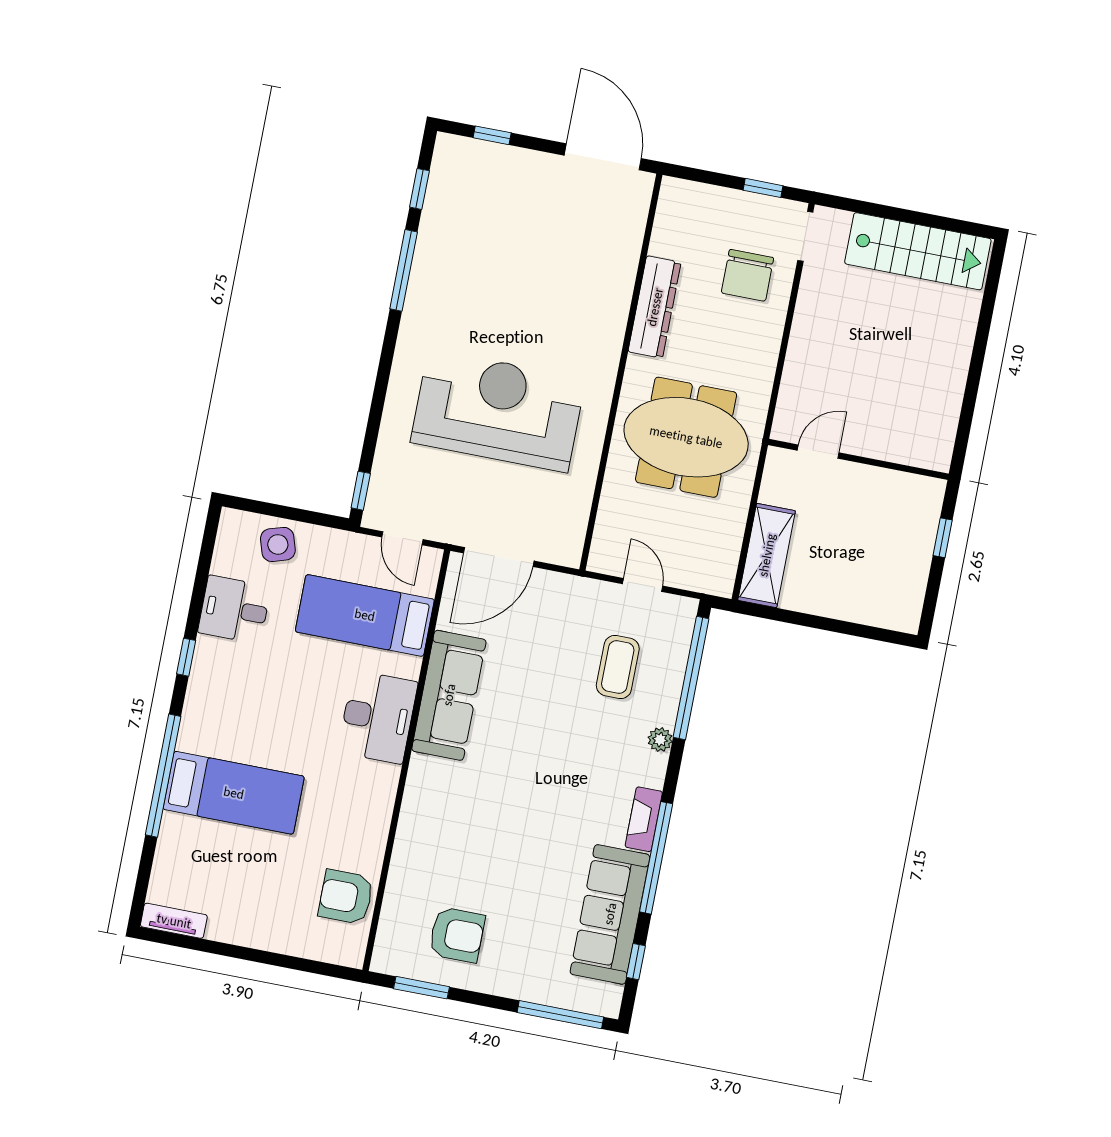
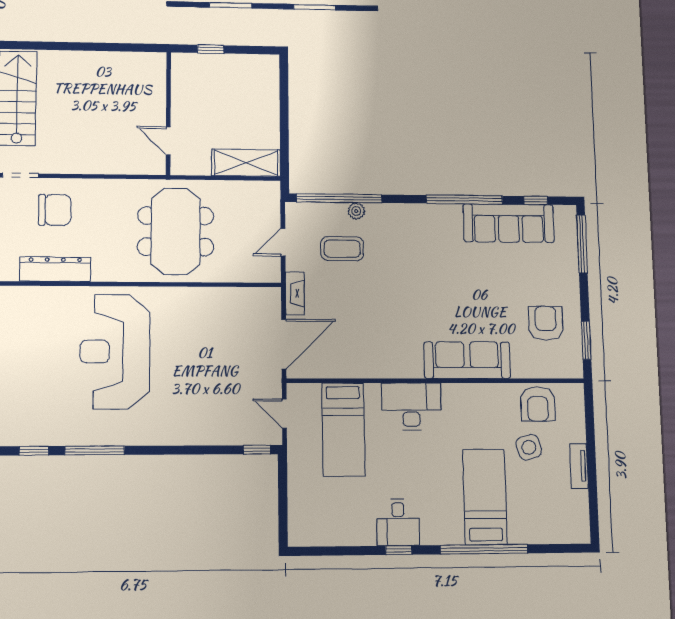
dresser: (655, 307) -> (55, 269), moved
reception desk: (498, 411) -> (115, 352), moved
door: (402, 538) -> (284, 414), swing flipped
side table: (278, 544) -> (529, 447), moved
door: (499, 557) -> (284, 344), hinge flipped
desk: (234, 610) -> (398, 522), moved
sofa: (449, 695) -> (467, 360), moved
plant: (660, 740) -> (356, 211), moved
fireplace: (644, 819) -> (295, 293), moved, turned -90
tv unit: (174, 921) -> (579, 466), moved

